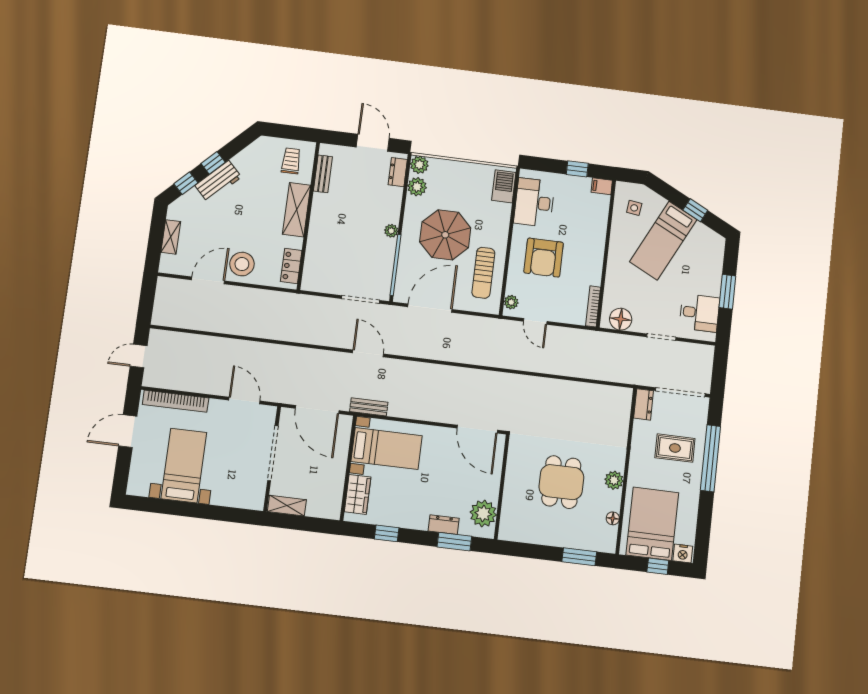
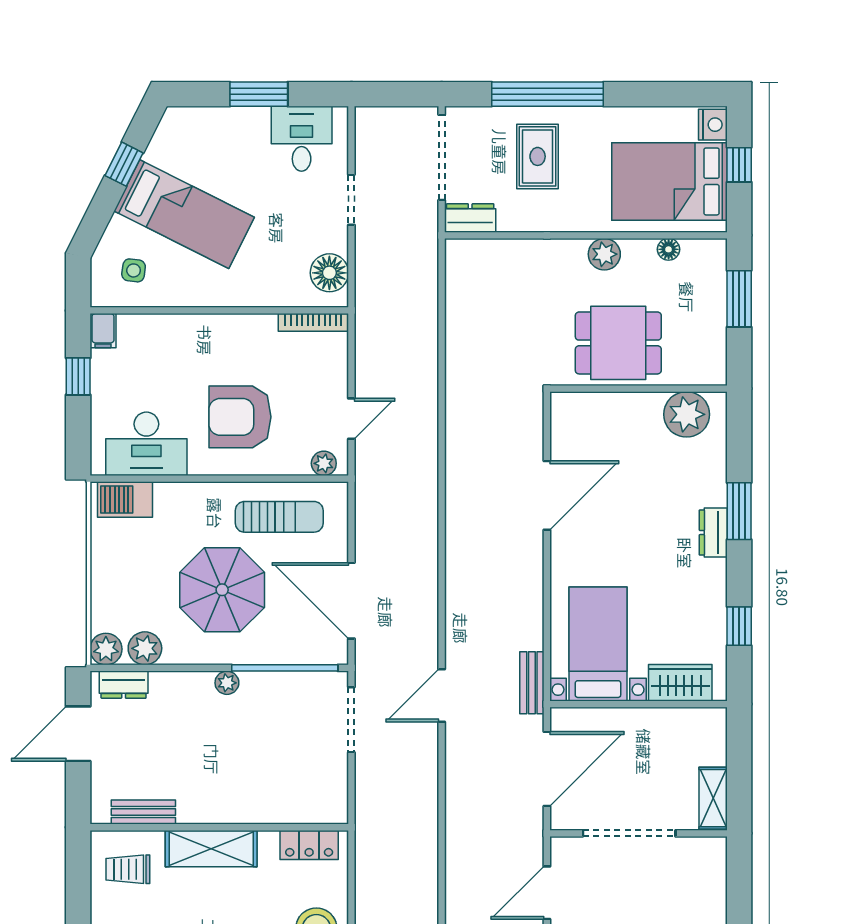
armchair: (544, 258) -> (240, 417), turned 180
wall: (502, 487) -> (638, 389), moved
plant: (483, 513) -> (687, 414), moved

